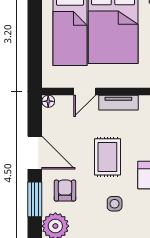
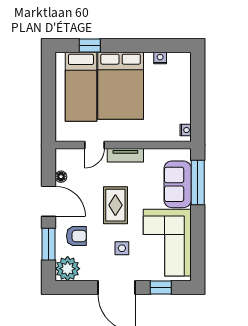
floor lamp: (48, 101) -> (61, 177), moved
armchair: (65, 191) -> (76, 236), turned 90

